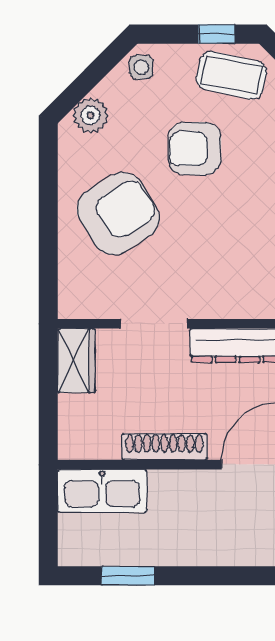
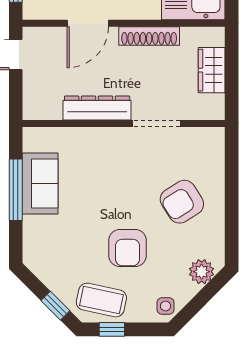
armchair: (195, 149) -> (128, 248), turned 90
armchair: (118, 214) -> (182, 202), width x0.73, depth x0.73
wardrobe: (76, 361) -> (212, 70), moved

